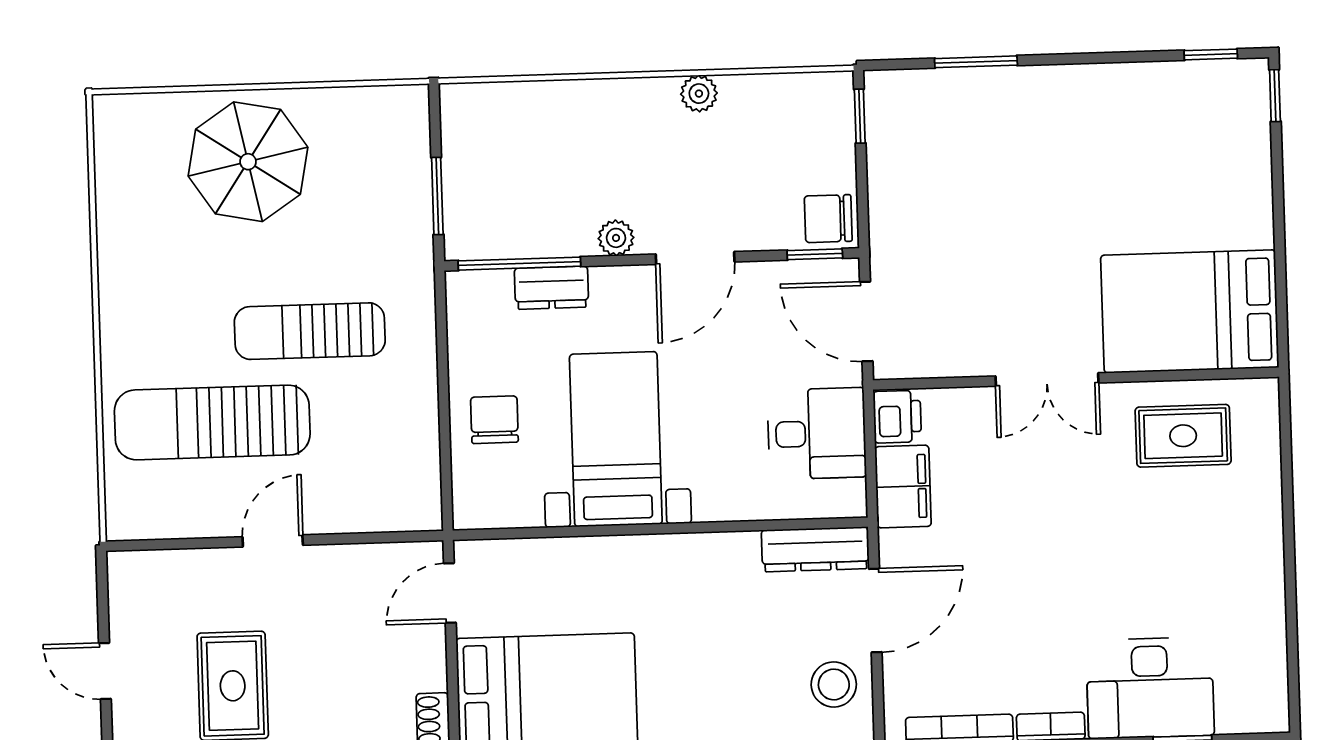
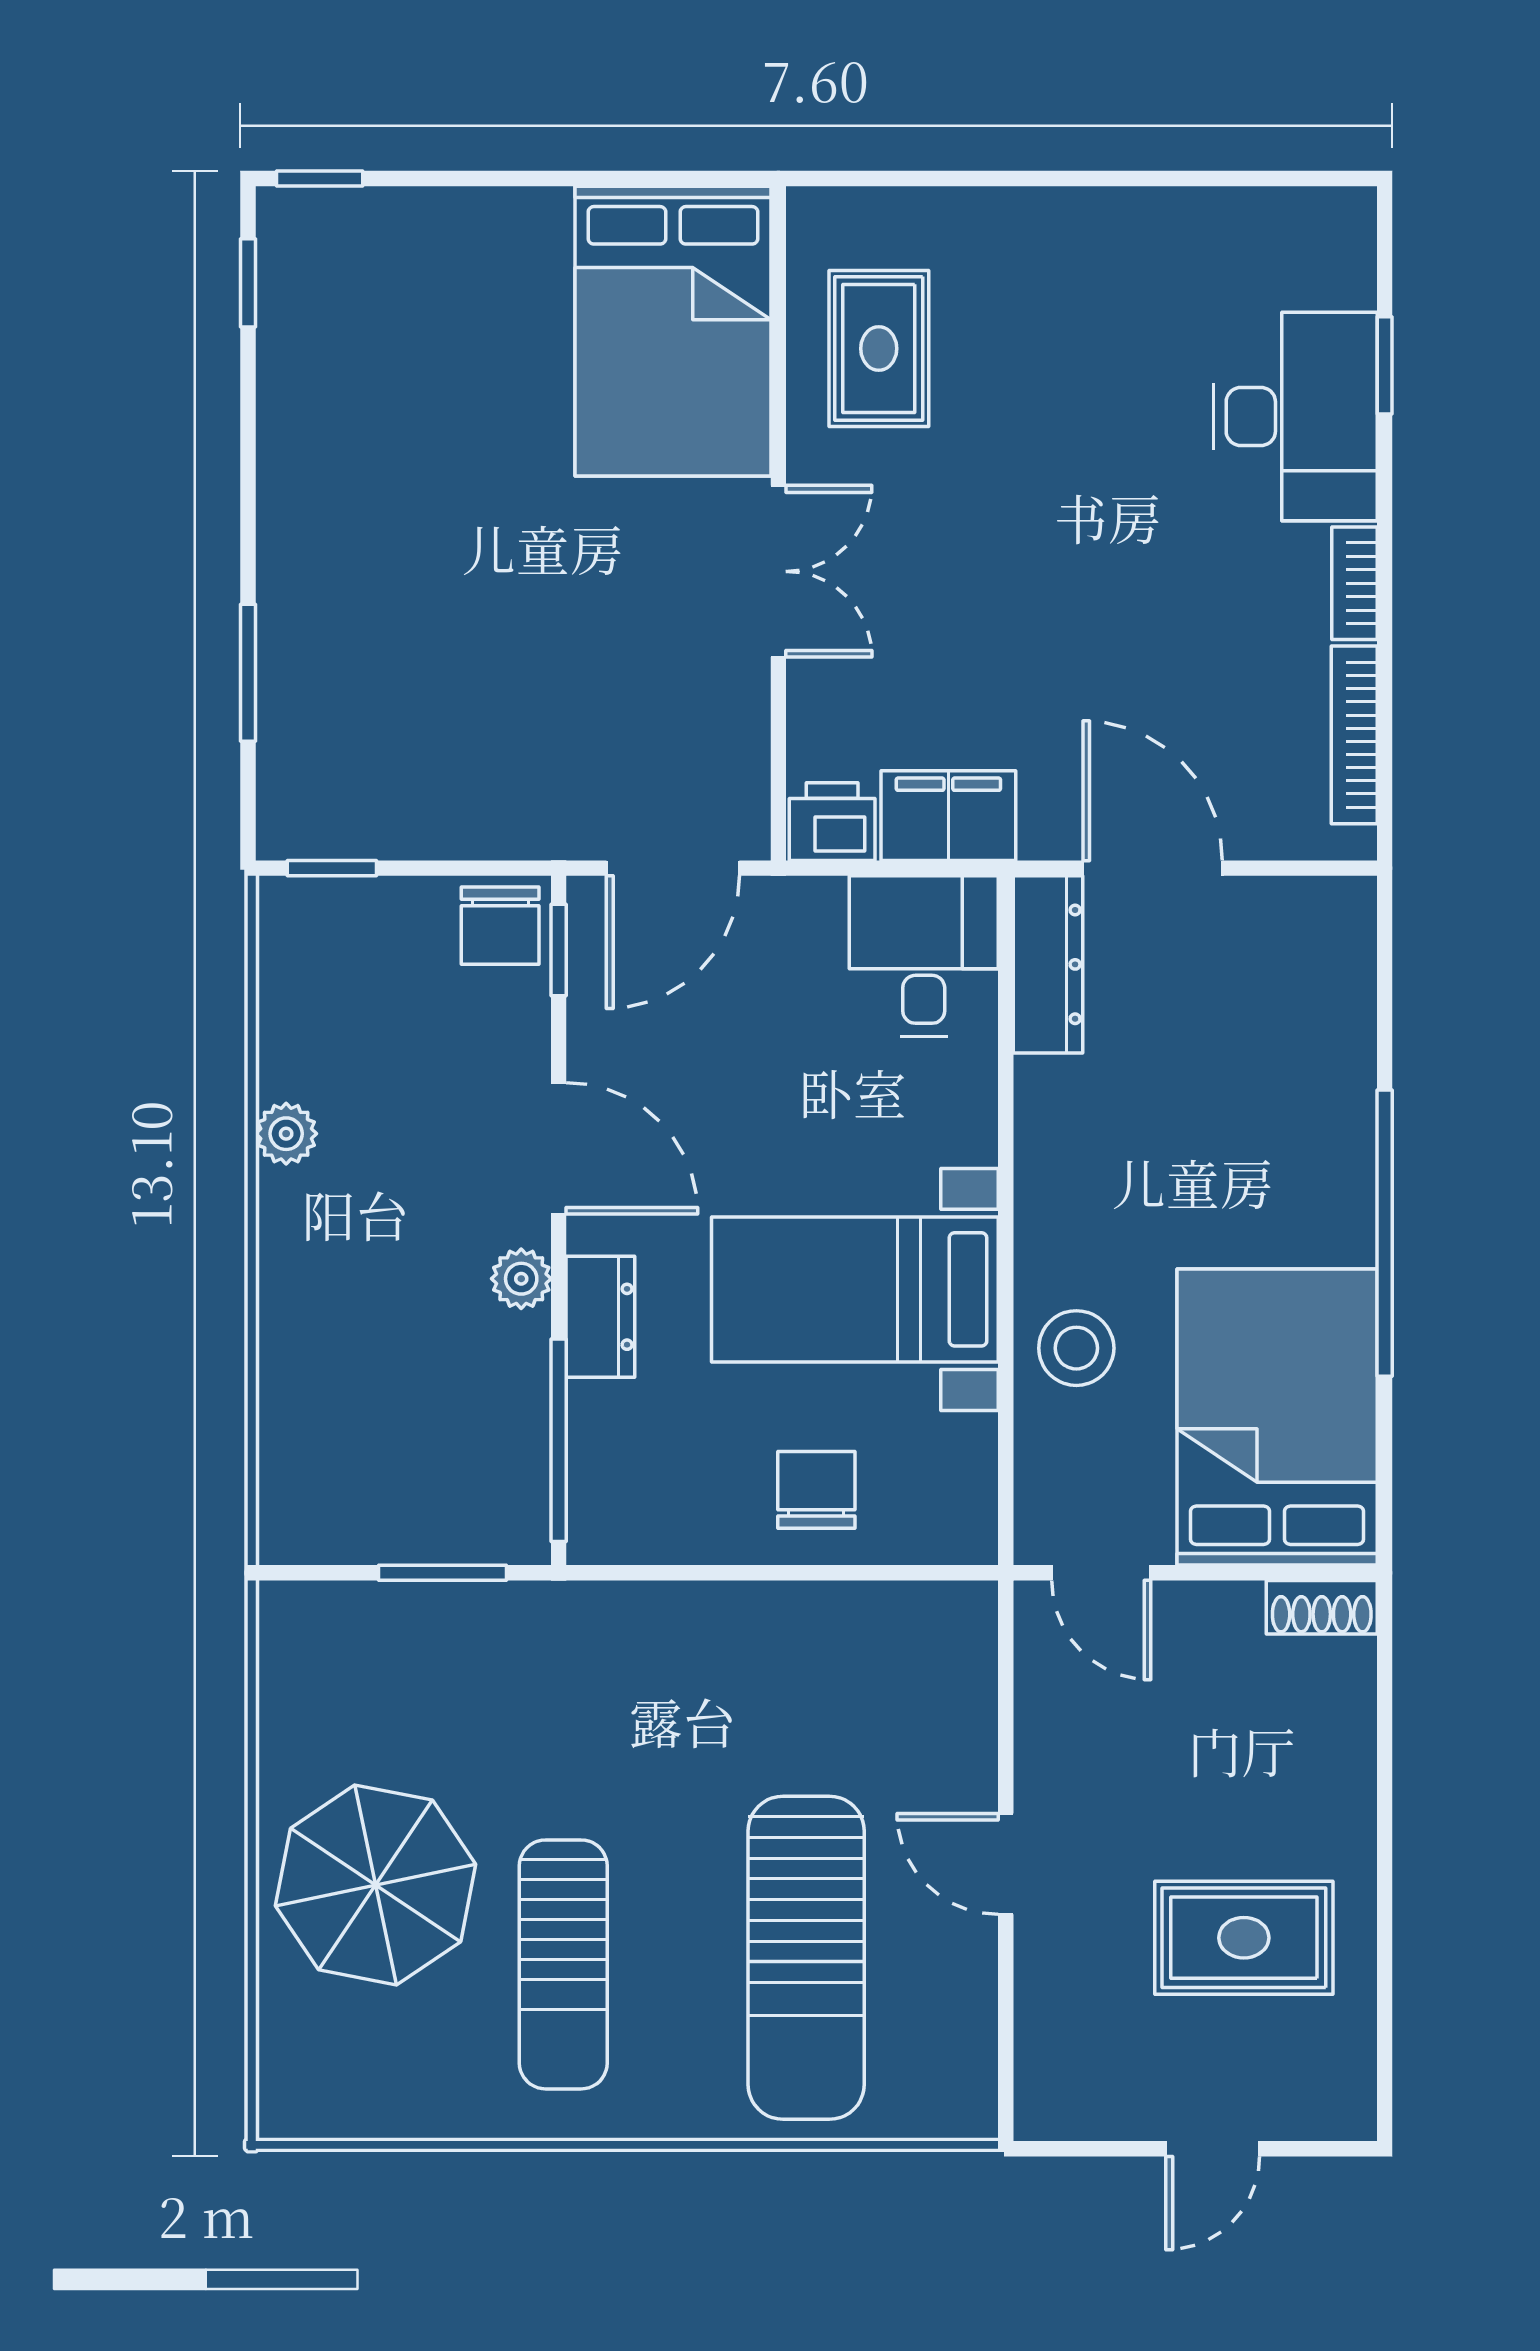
dresser: (552, 288) -> (600, 1317), moved
sun lounger: (310, 331) -> (563, 1964), moved
chair: (494, 420) -> (816, 1490), turned 90
desk: (817, 434) -> (924, 956), moved
stool: (834, 684) -> (1076, 1348), moved

